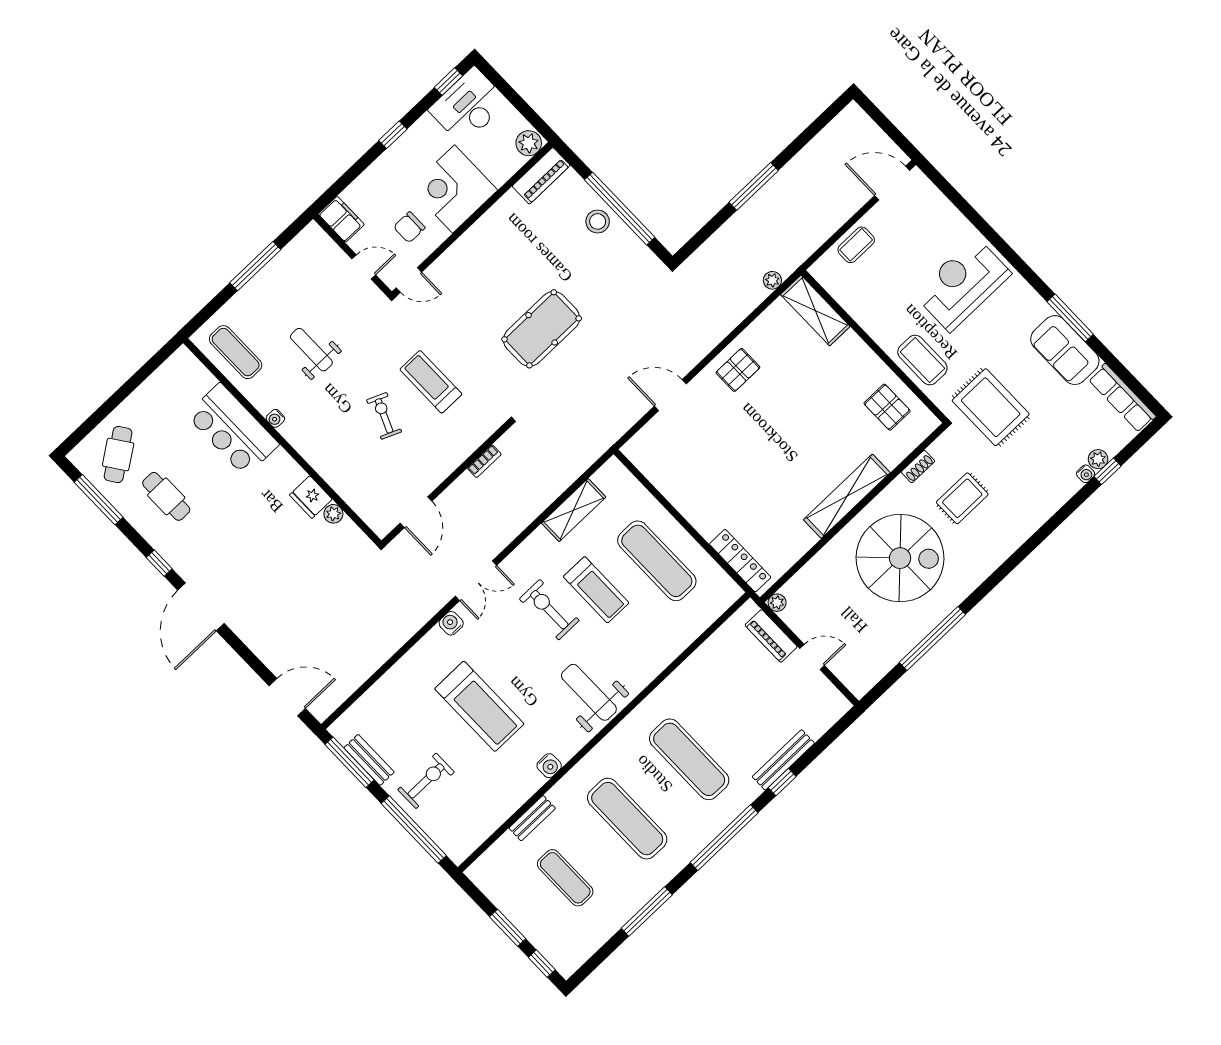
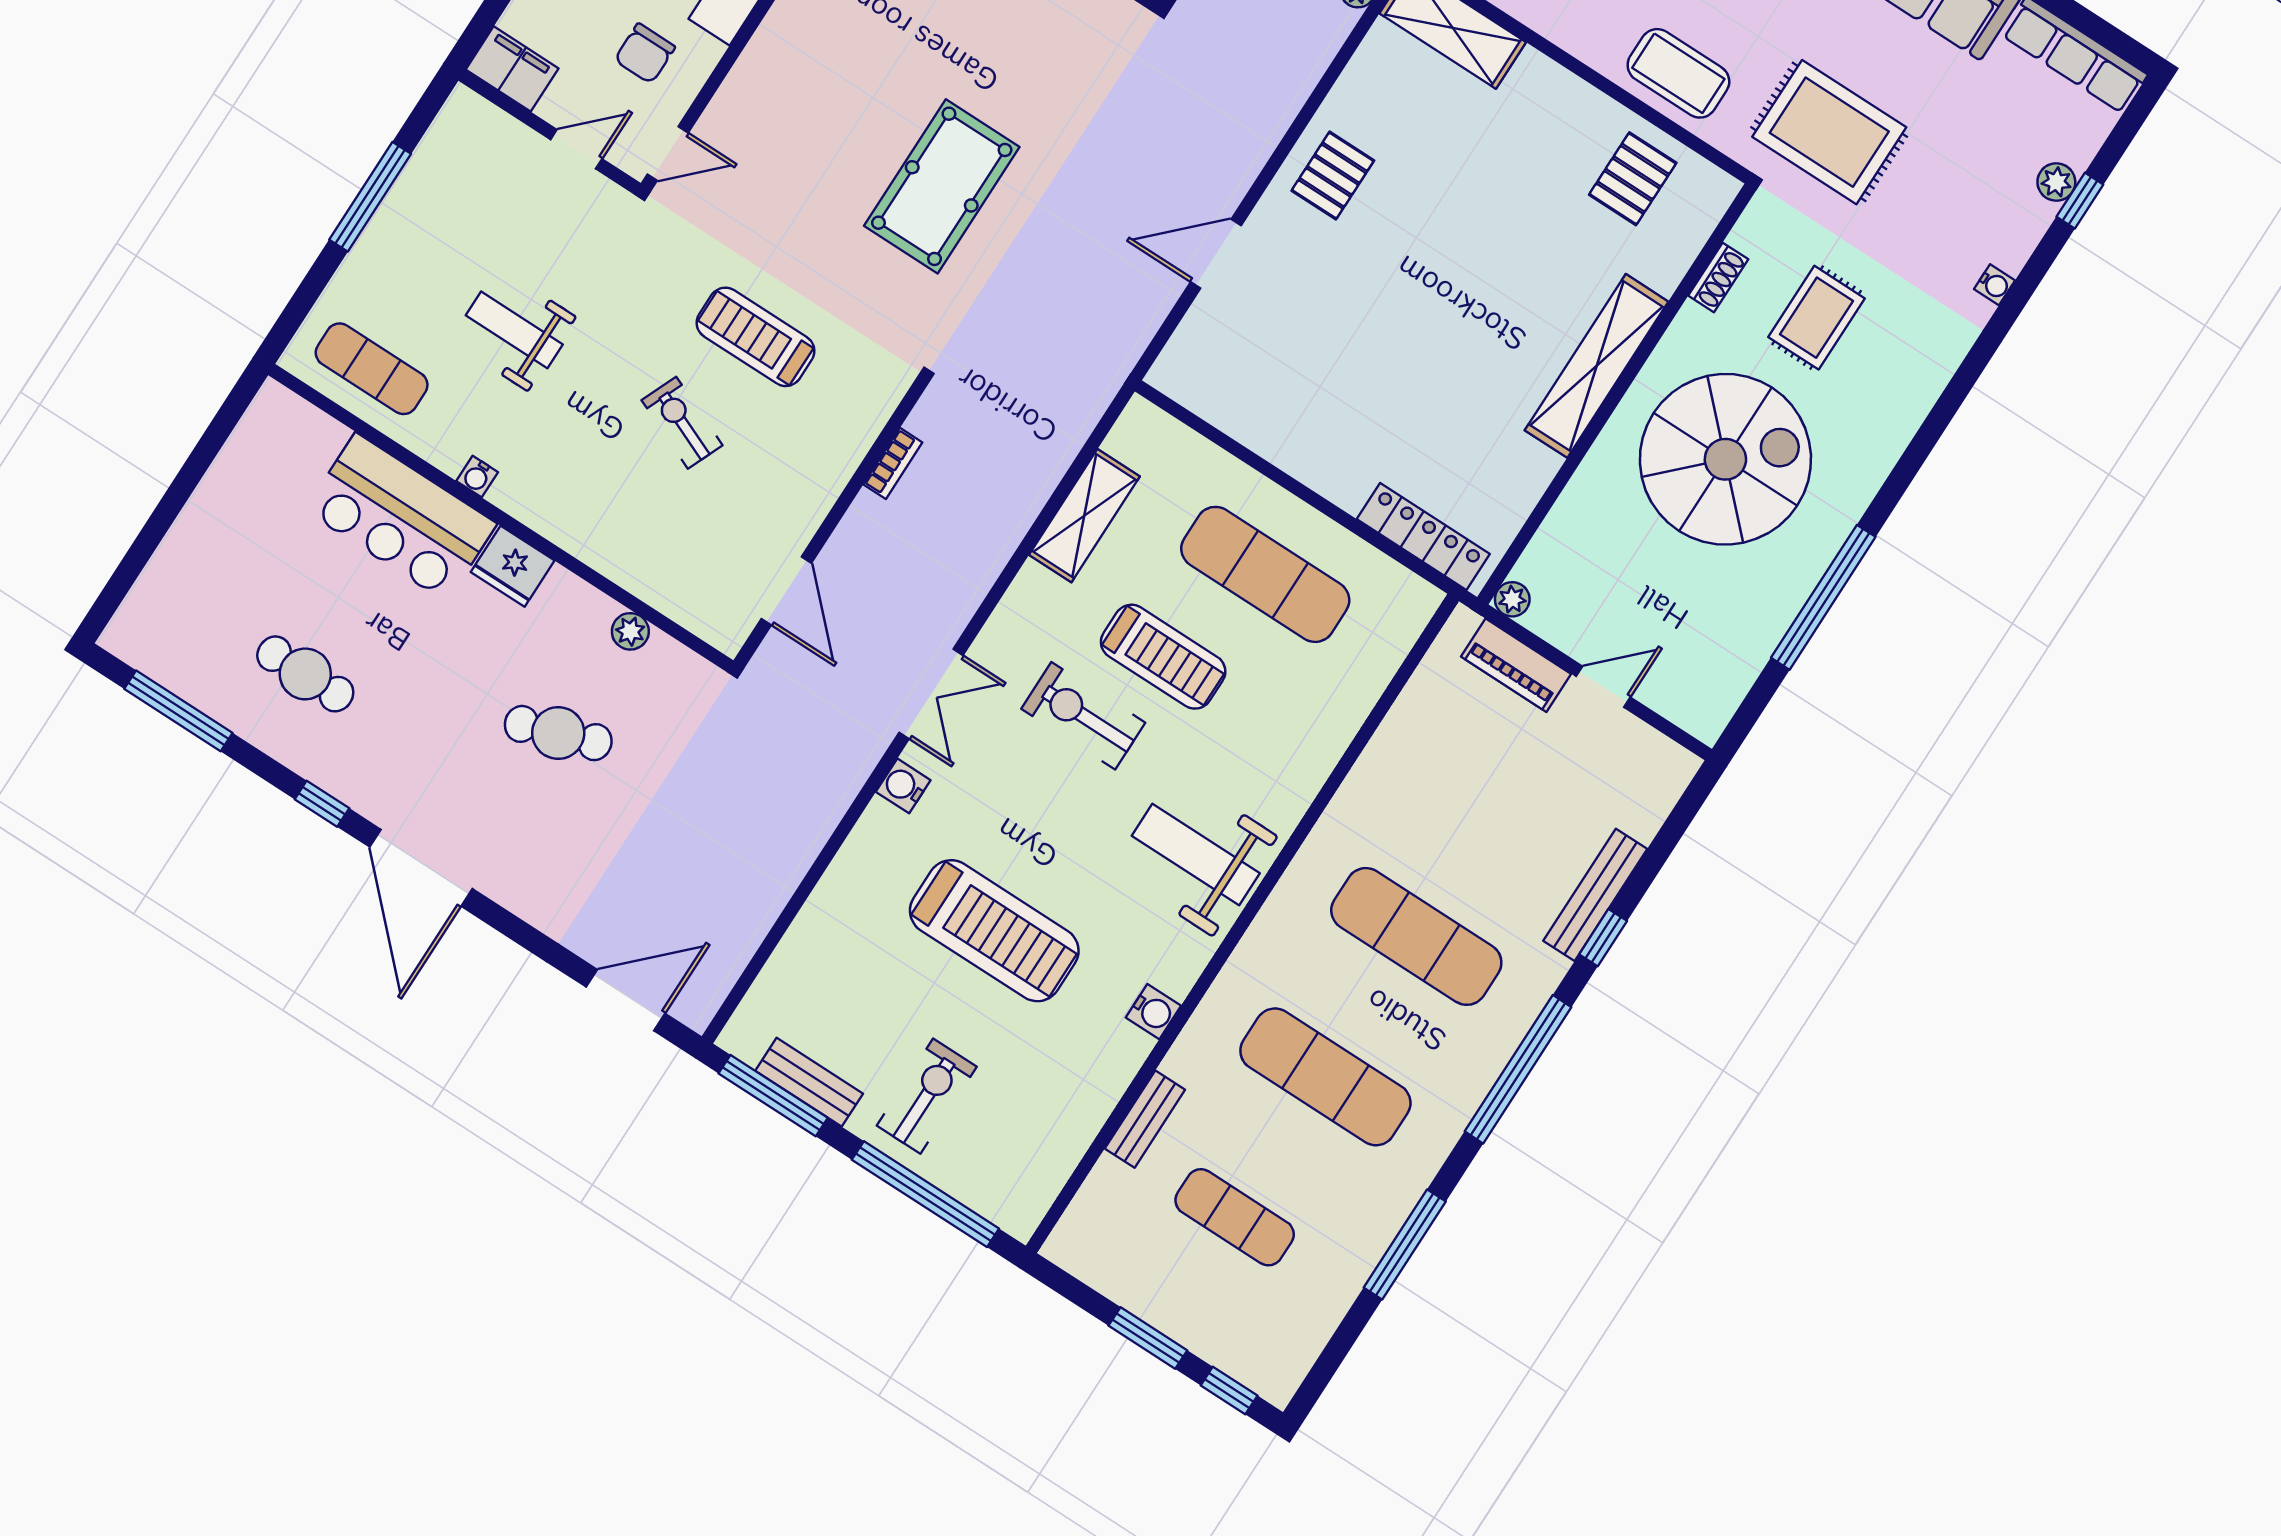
pallet: (887, 407) -> (1633, 179), turned 90
cafe table: (118, 455) -> (558, 733), moved, turned -74
water cooler: (1086, 474) -> (1995, 285), moved
fridge: (311, 497) -> (513, 566), moved

